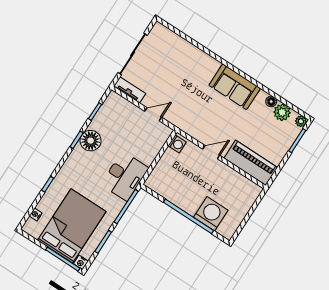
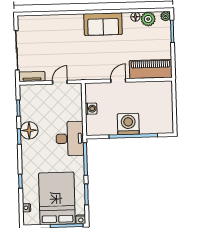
washing machine: (177, 144) -> (91, 109), moved
washing machine: (211, 214) -> (128, 124), moved

